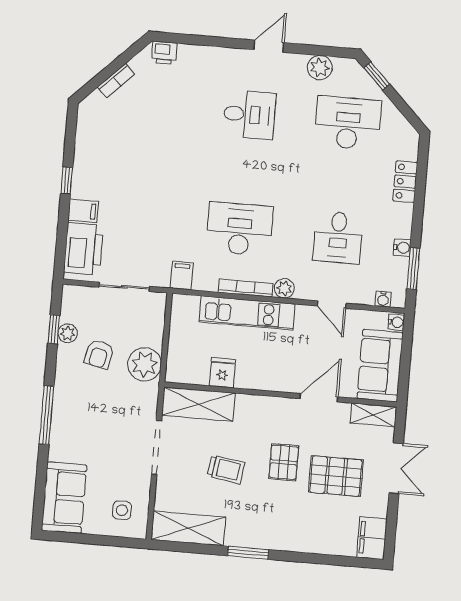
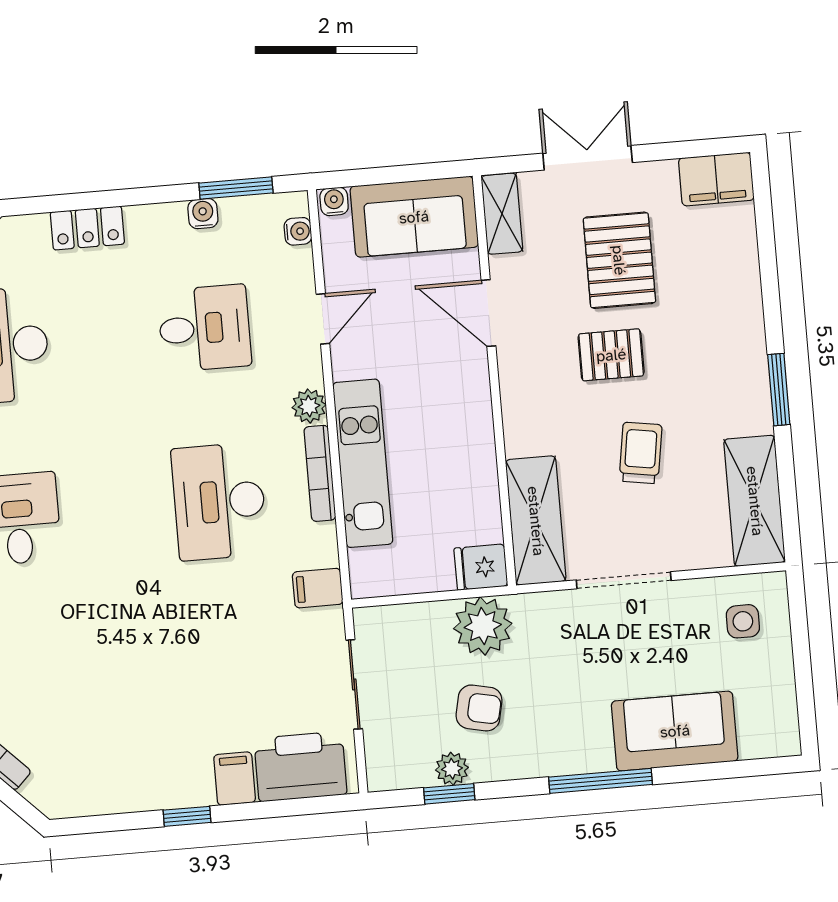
fridge: (222, 373) -> (481, 567), moved
sofa: (64, 498) -> (675, 731), moved

